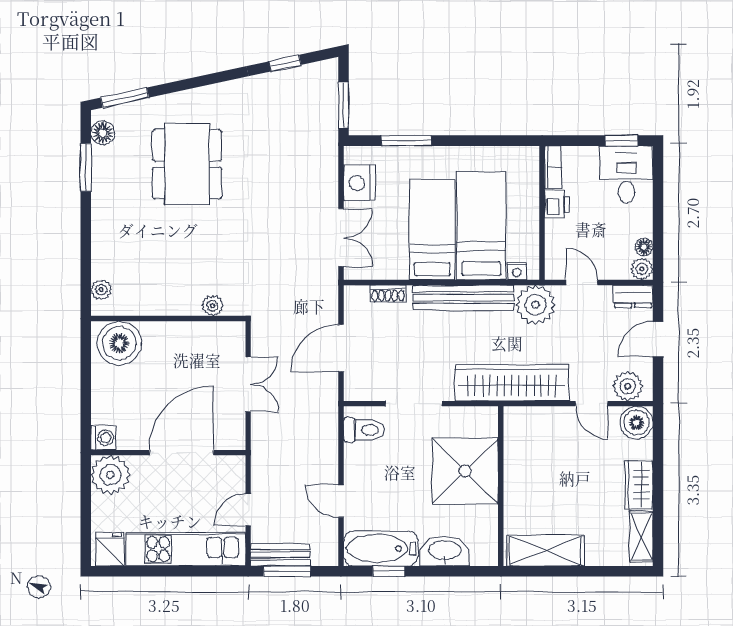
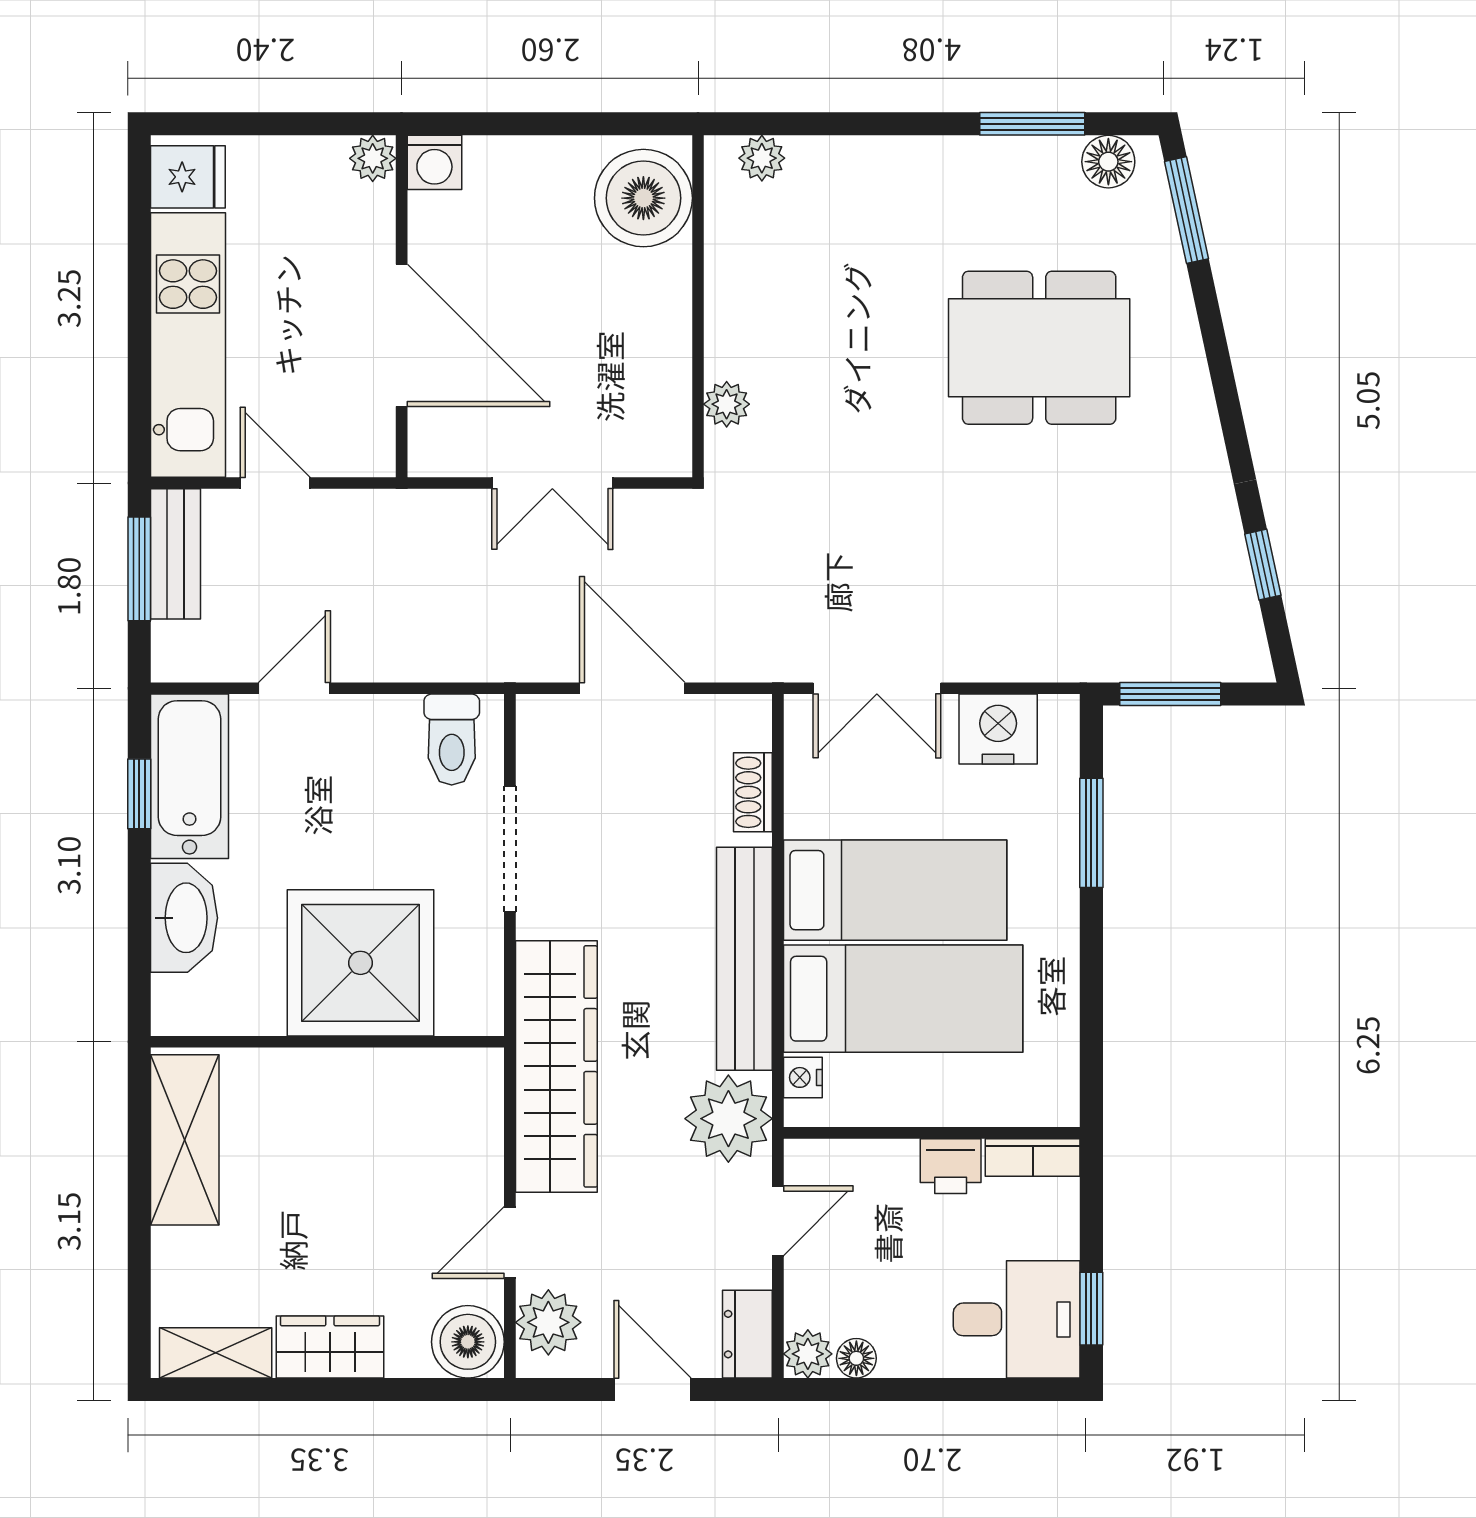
plant: (110, 475) -> (373, 158), width x0.53, depth x0.53

